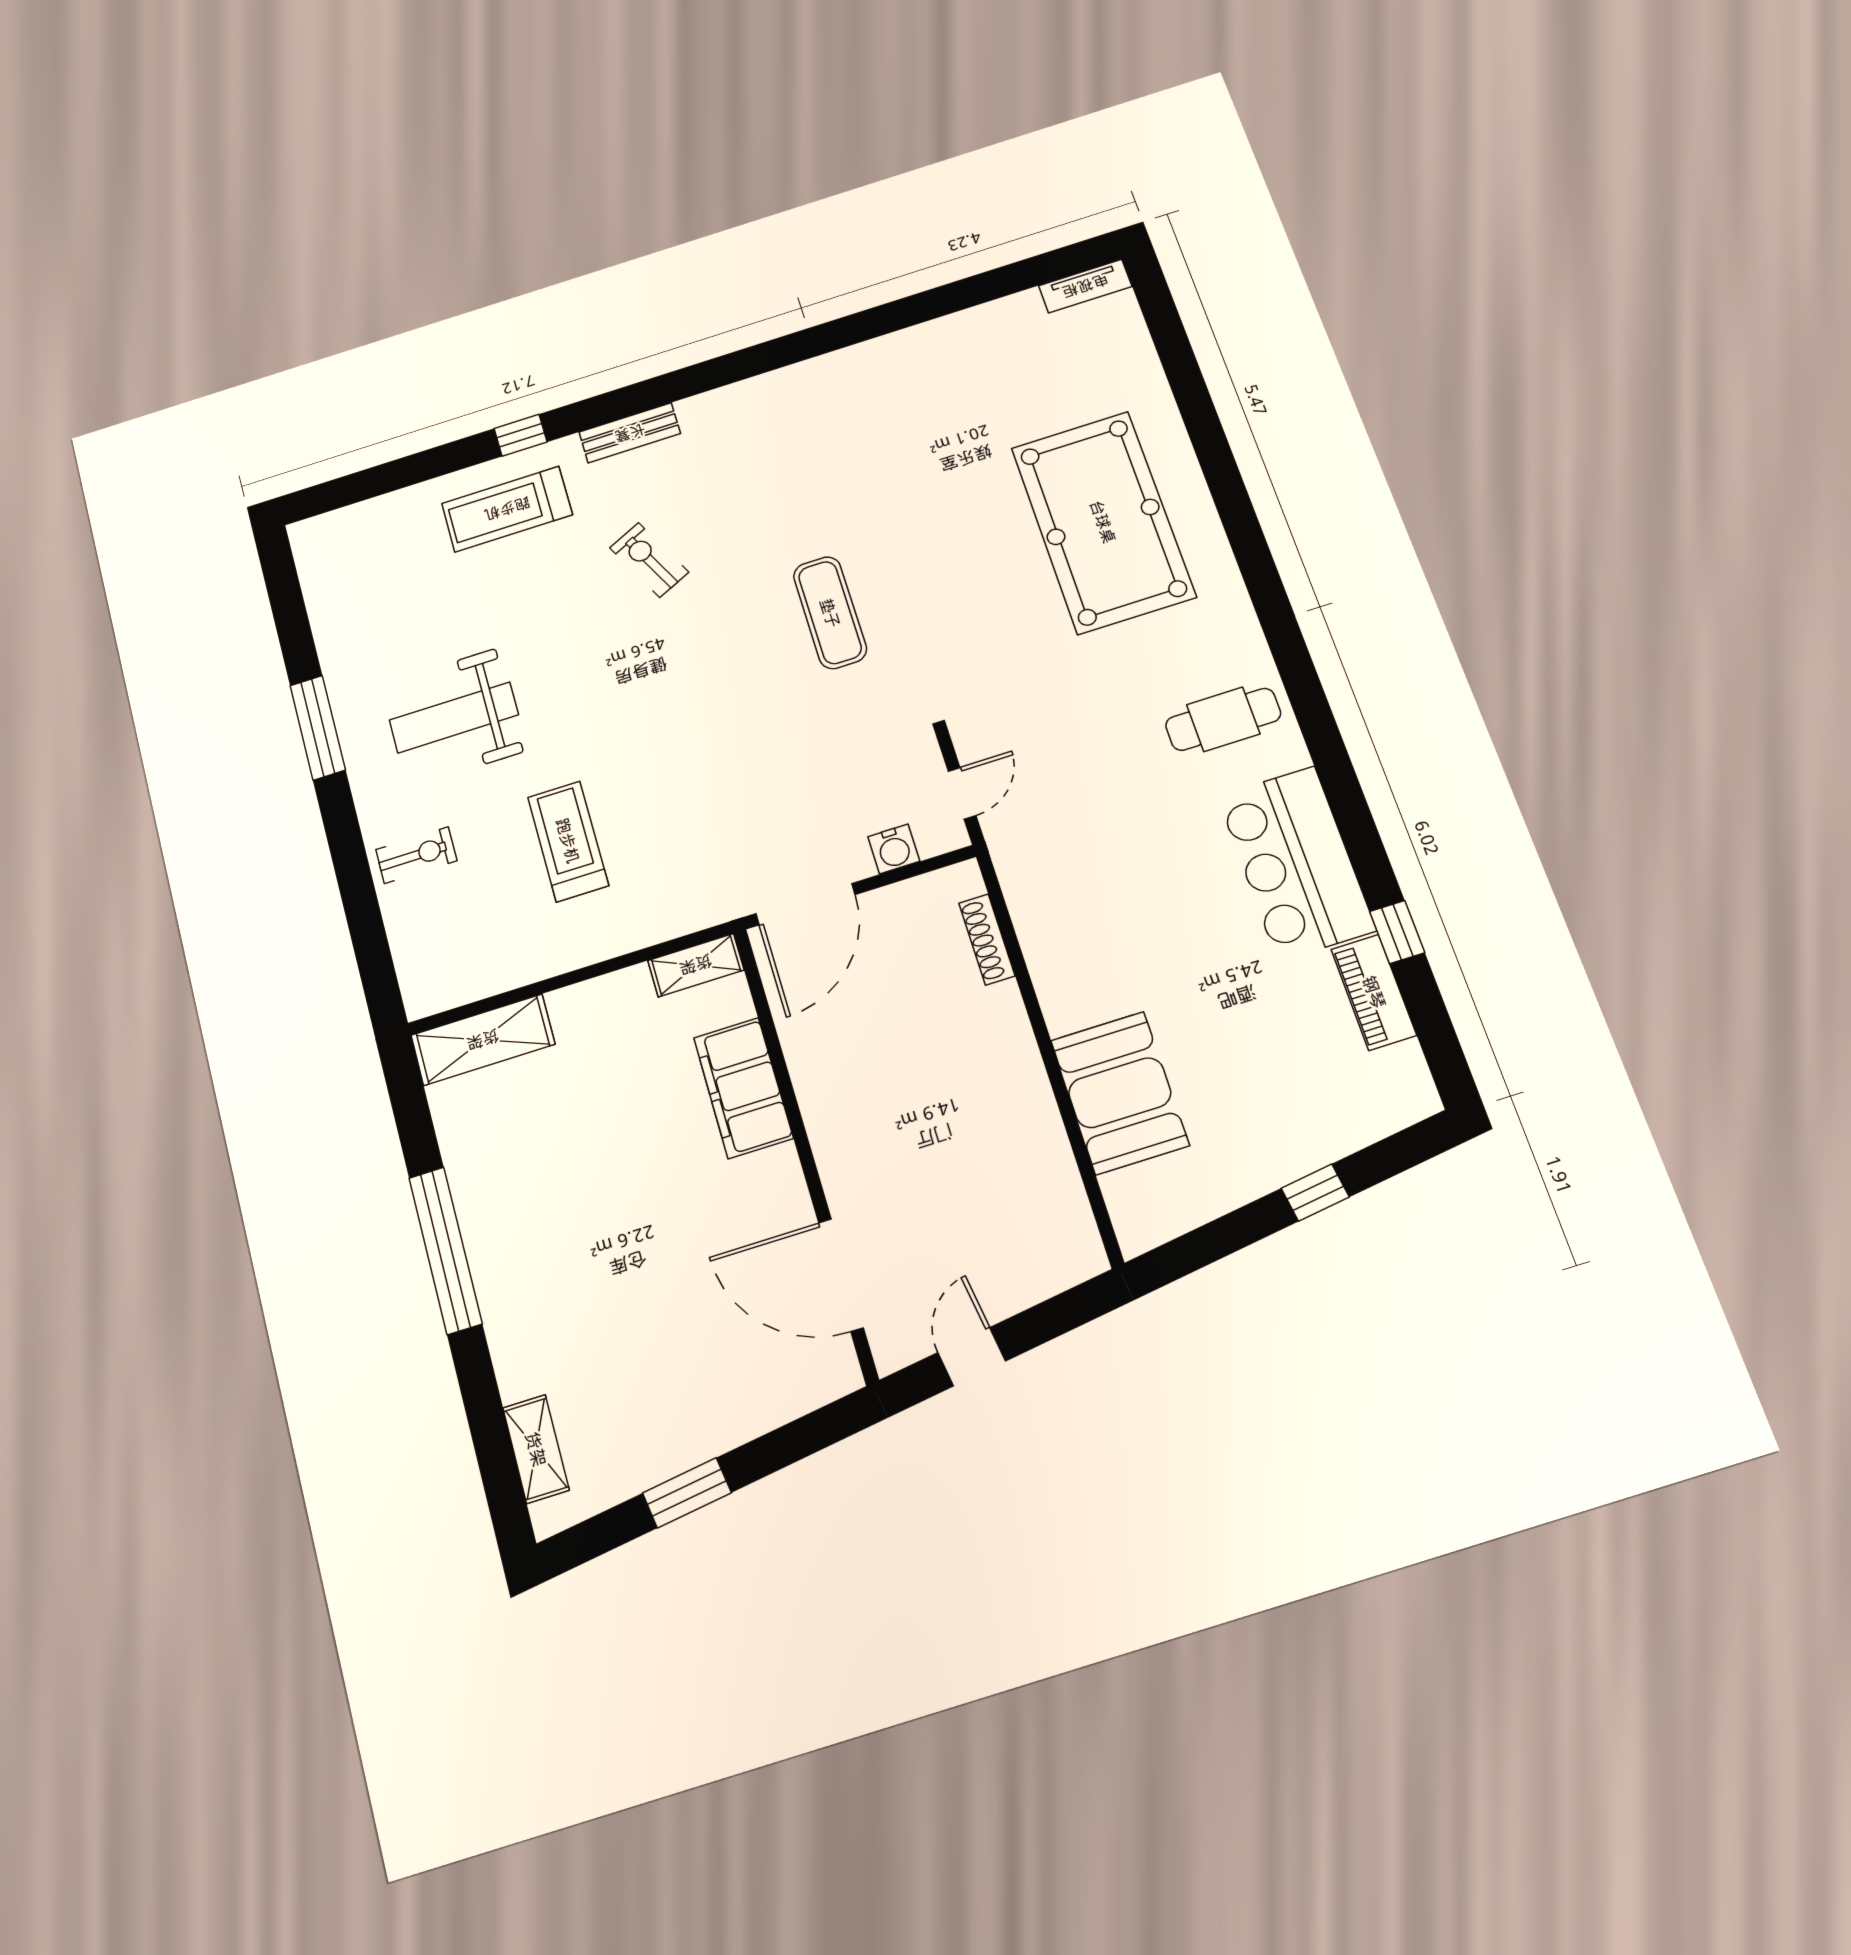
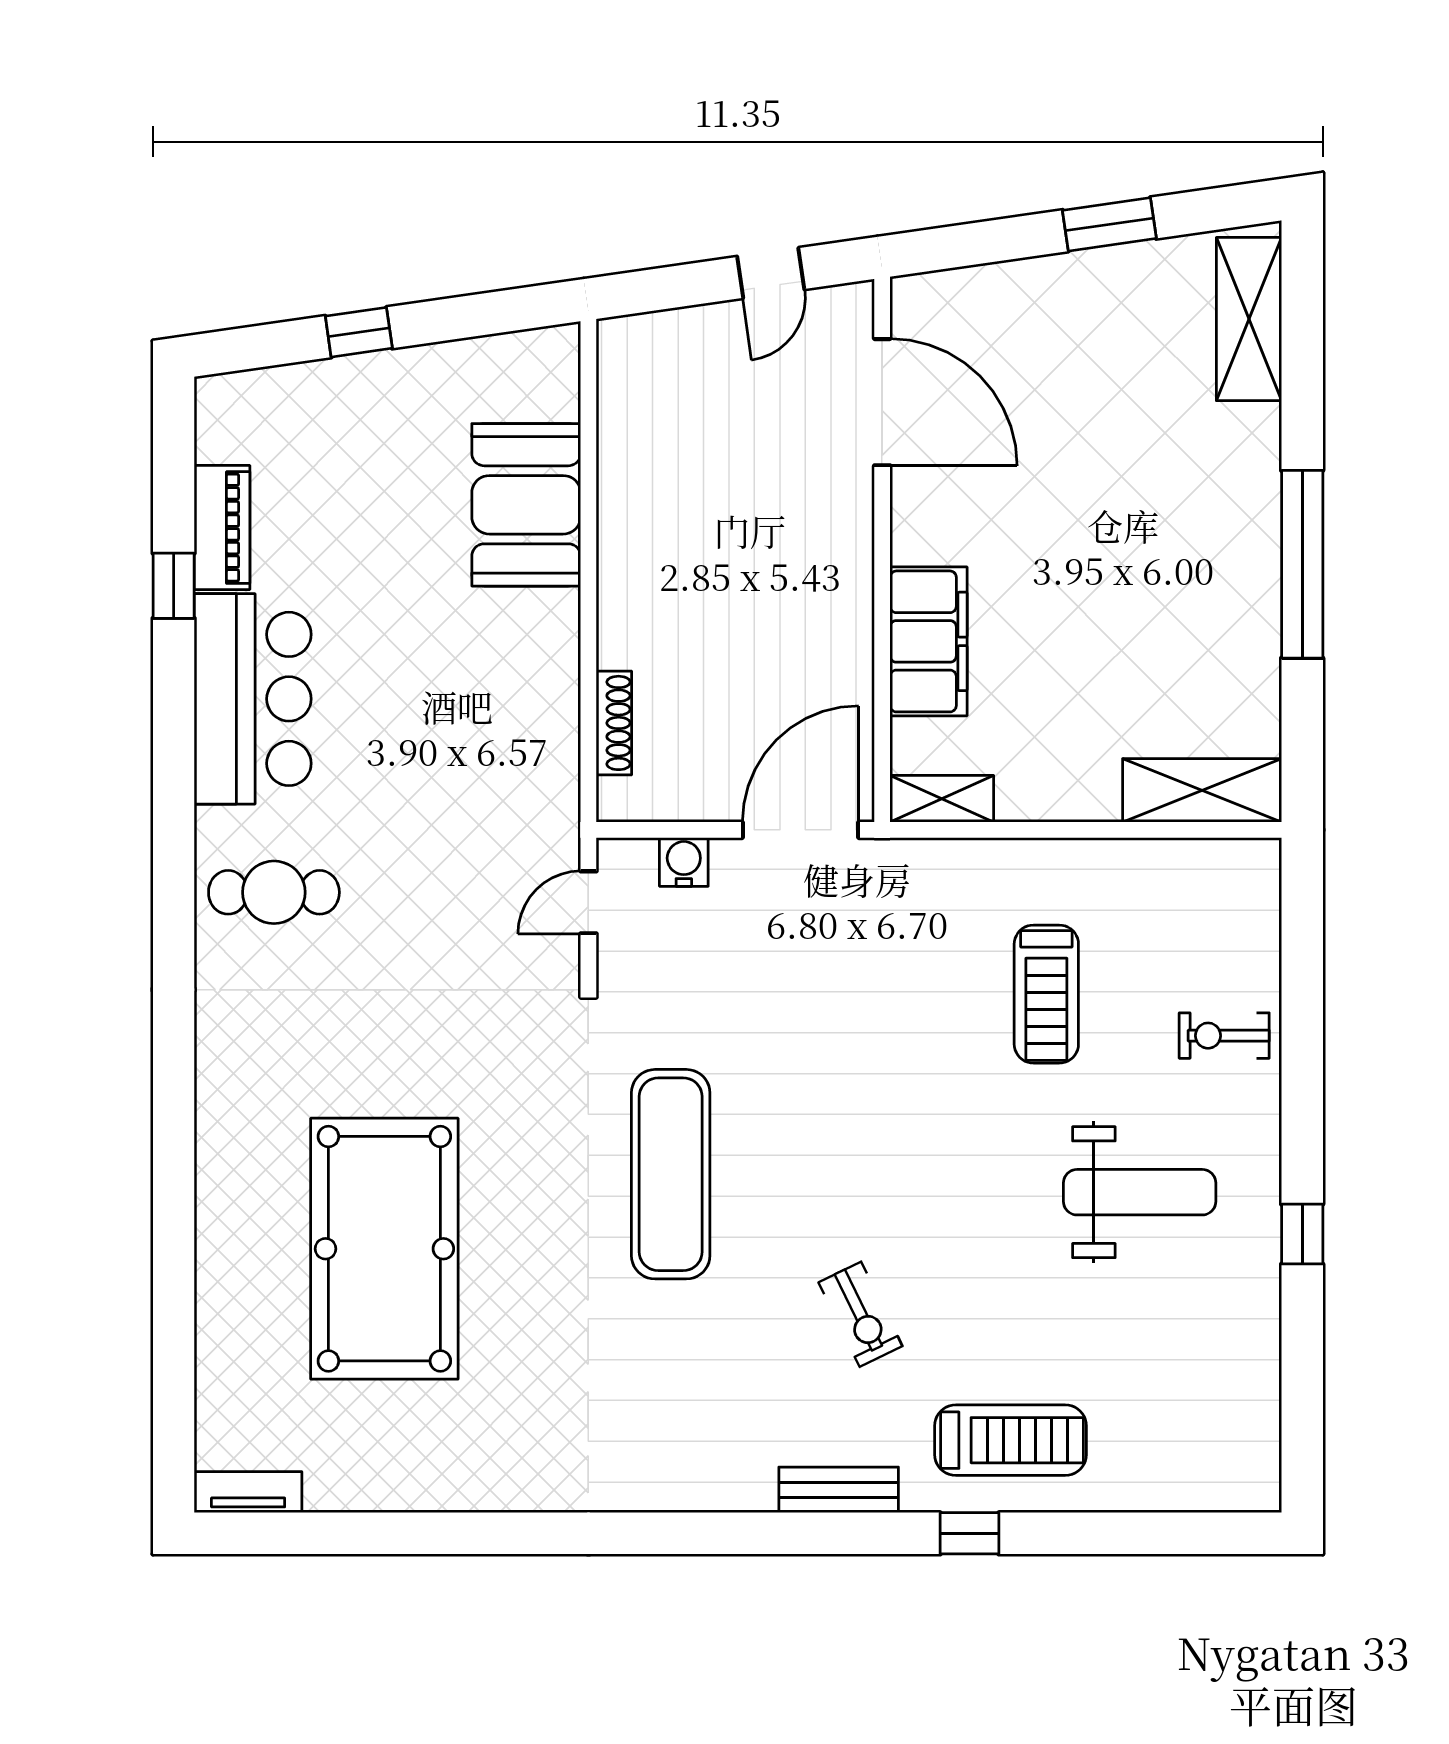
pool table: (1103, 522) -> (384, 1249), moved
exercise mat: (830, 613) -> (671, 1174), width x1.36, depth x1.45
window: (318, 728) -> (1302, 1234), width x0.46
shelving: (536, 1449) -> (1249, 319), width x1.50, depth x1.33

